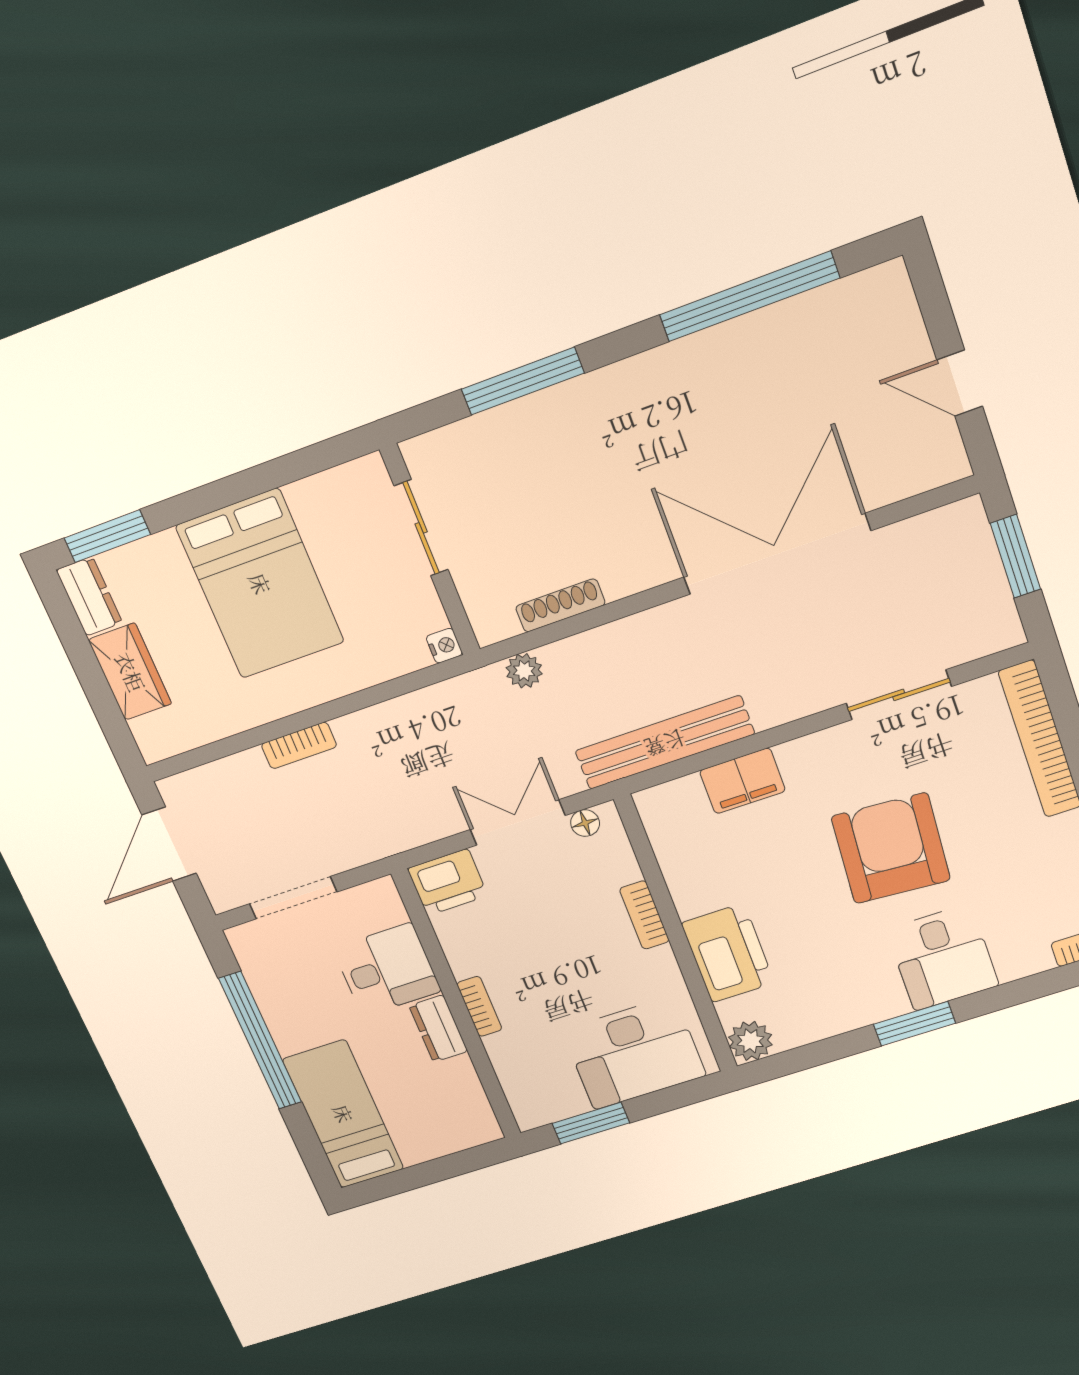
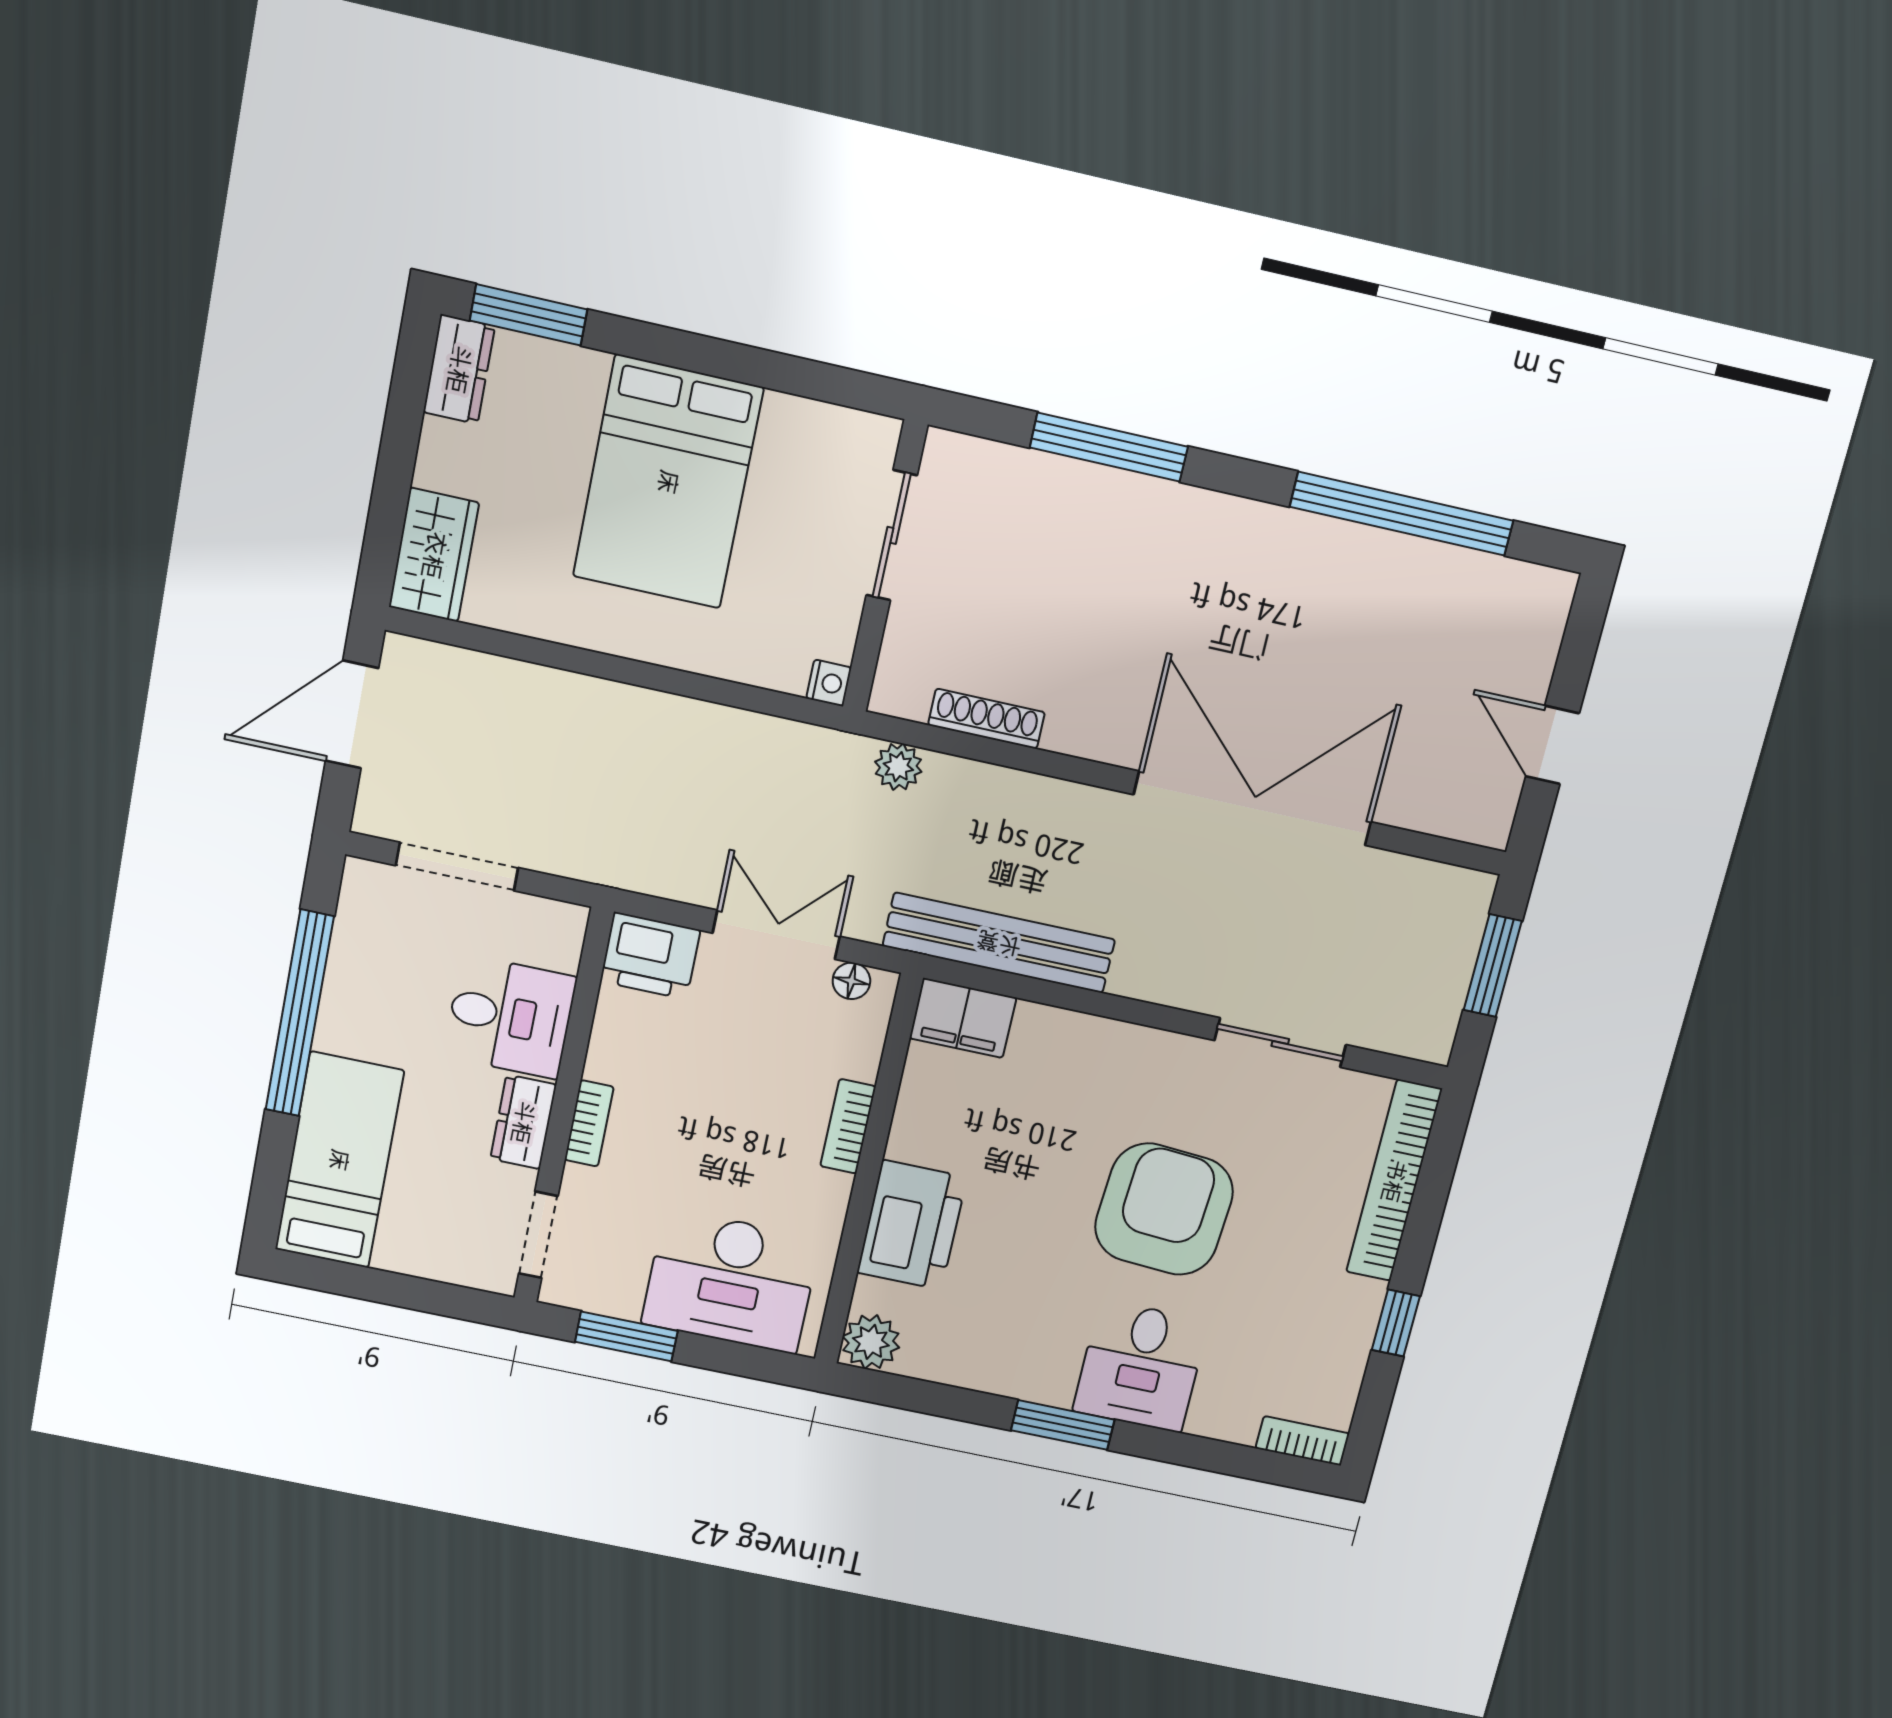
wardrobe: (130, 672) -> (434, 555), moved
bookcase: (299, 745) -> (586, 693), removed
filing cabinet: (743, 781) -> (963, 1018), moved
doorway: (494, 1092) -> (538, 1235), added

